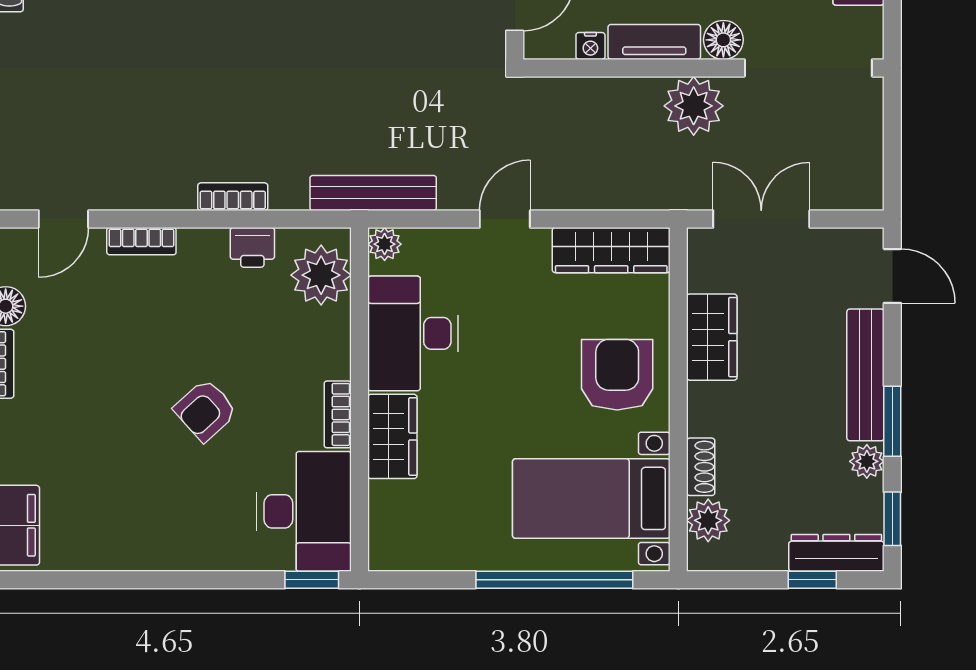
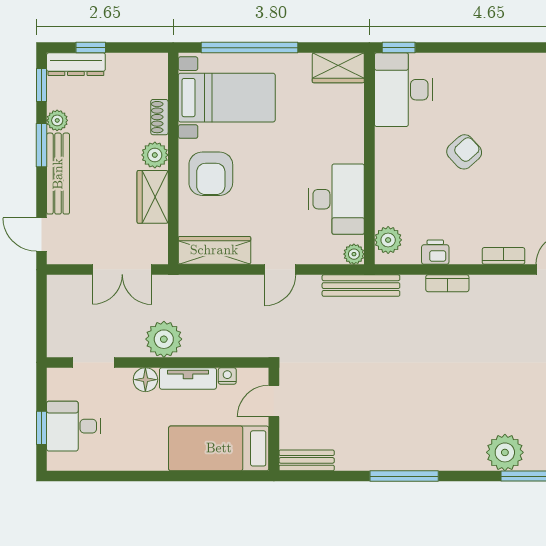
doorway: (808, 68) -> (93, 362), width x0.53
plant: (321, 275) -> (388, 240), width x0.73, depth x0.73
bookcase: (338, 414) -> (383, 149), removed
wardrobe: (392, 436) -> (338, 68), moved, turned -90
plant: (708, 520) -> (155, 155), moved

